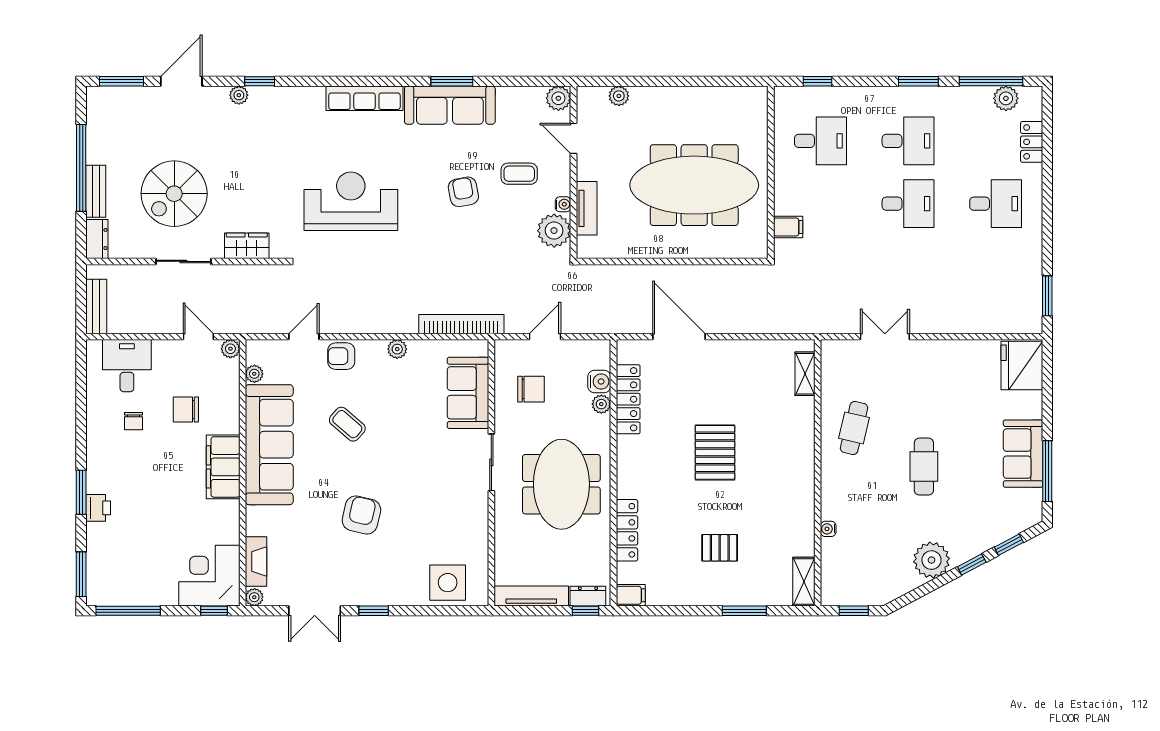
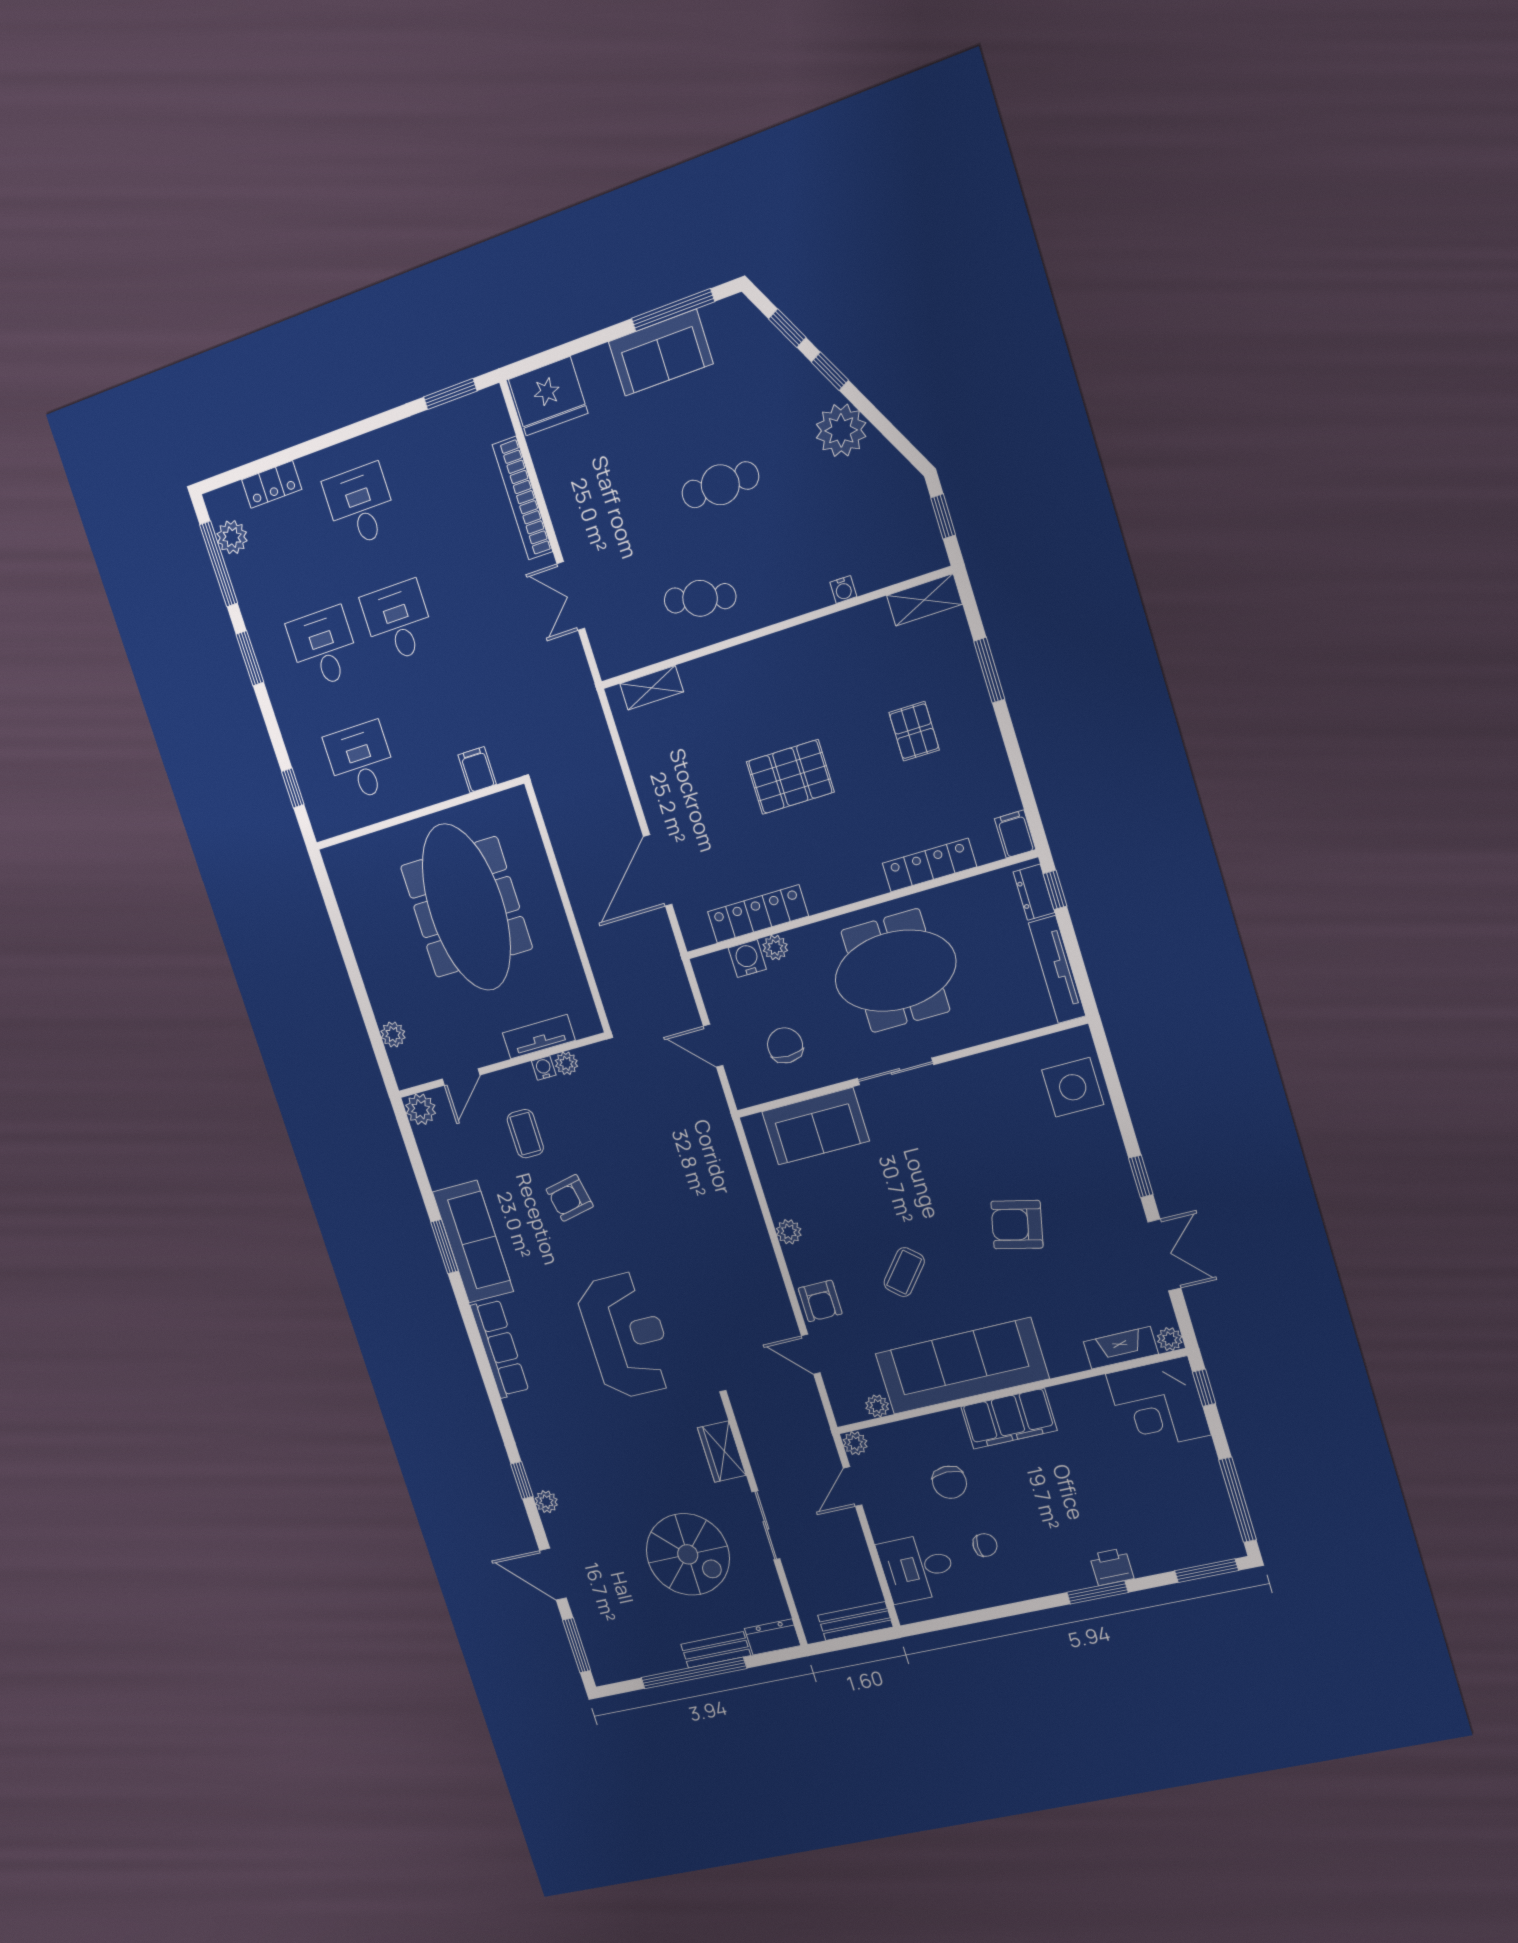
reception desk: (351, 201) -> (626, 1335), turned 180
plant: (554, 231) -> (566, 1063), width x0.53, depth x0.53
bookcase: (461, 324) -> (523, 498), moved

